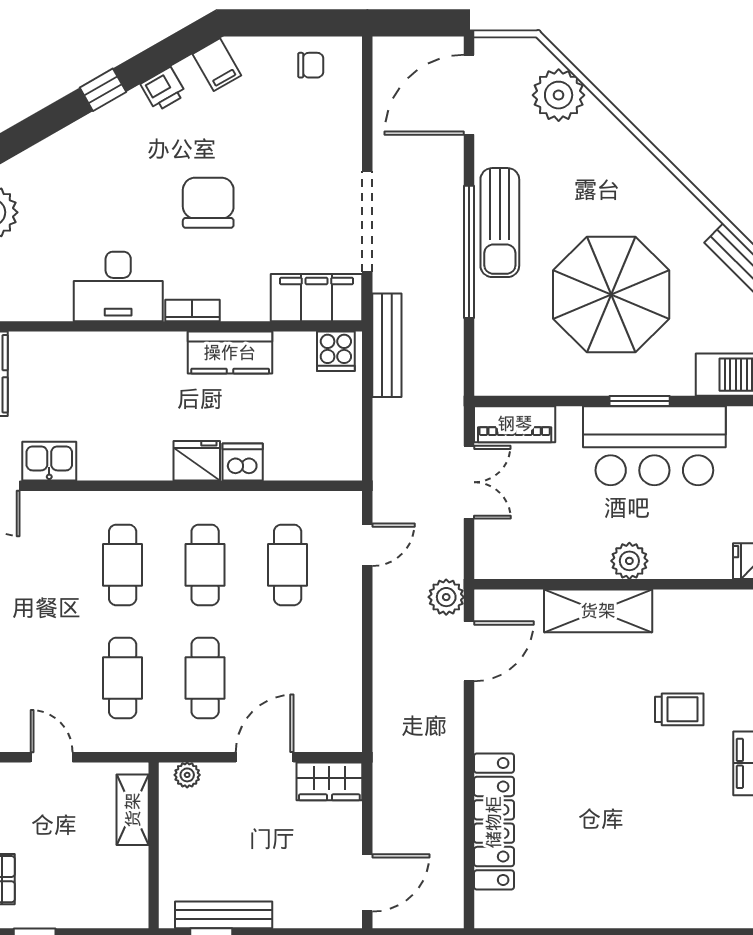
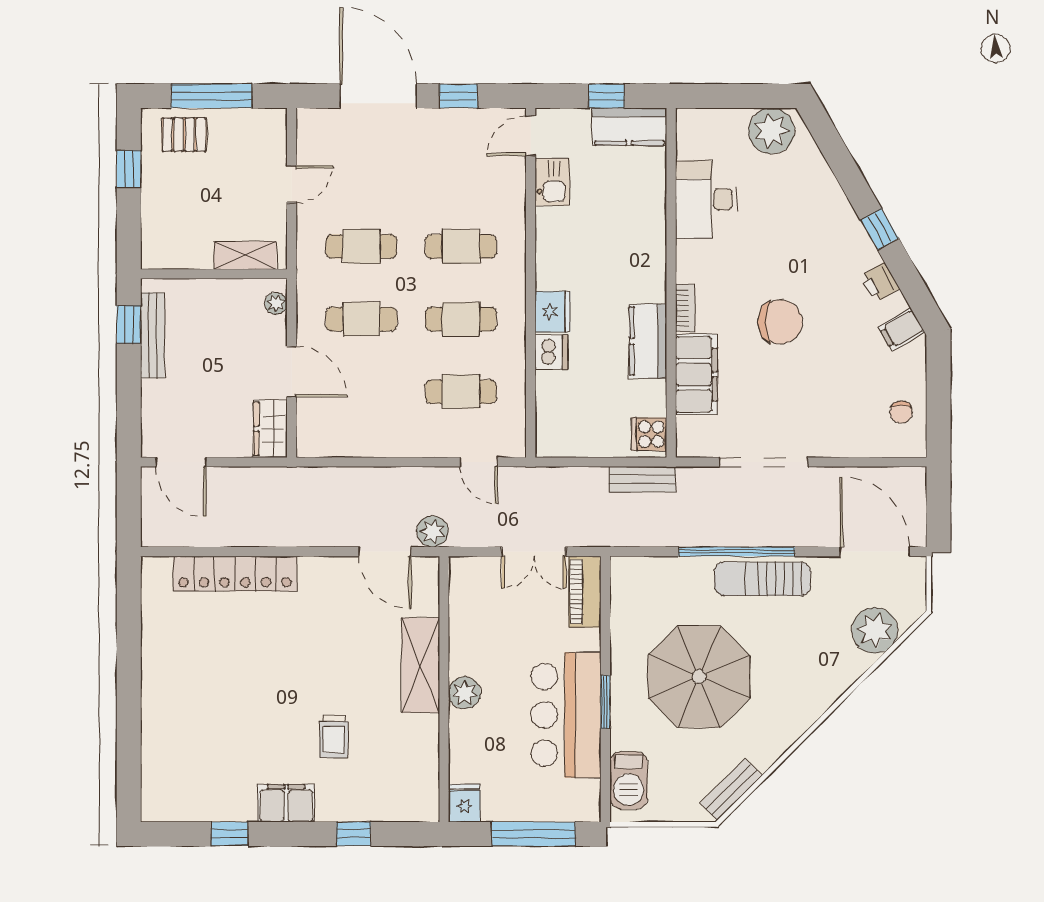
desk: (118, 286) -> (706, 200), moved
filing cabinet: (317, 298) -> (696, 374), moved
bench: (387, 345) -> (642, 479), width x0.73

